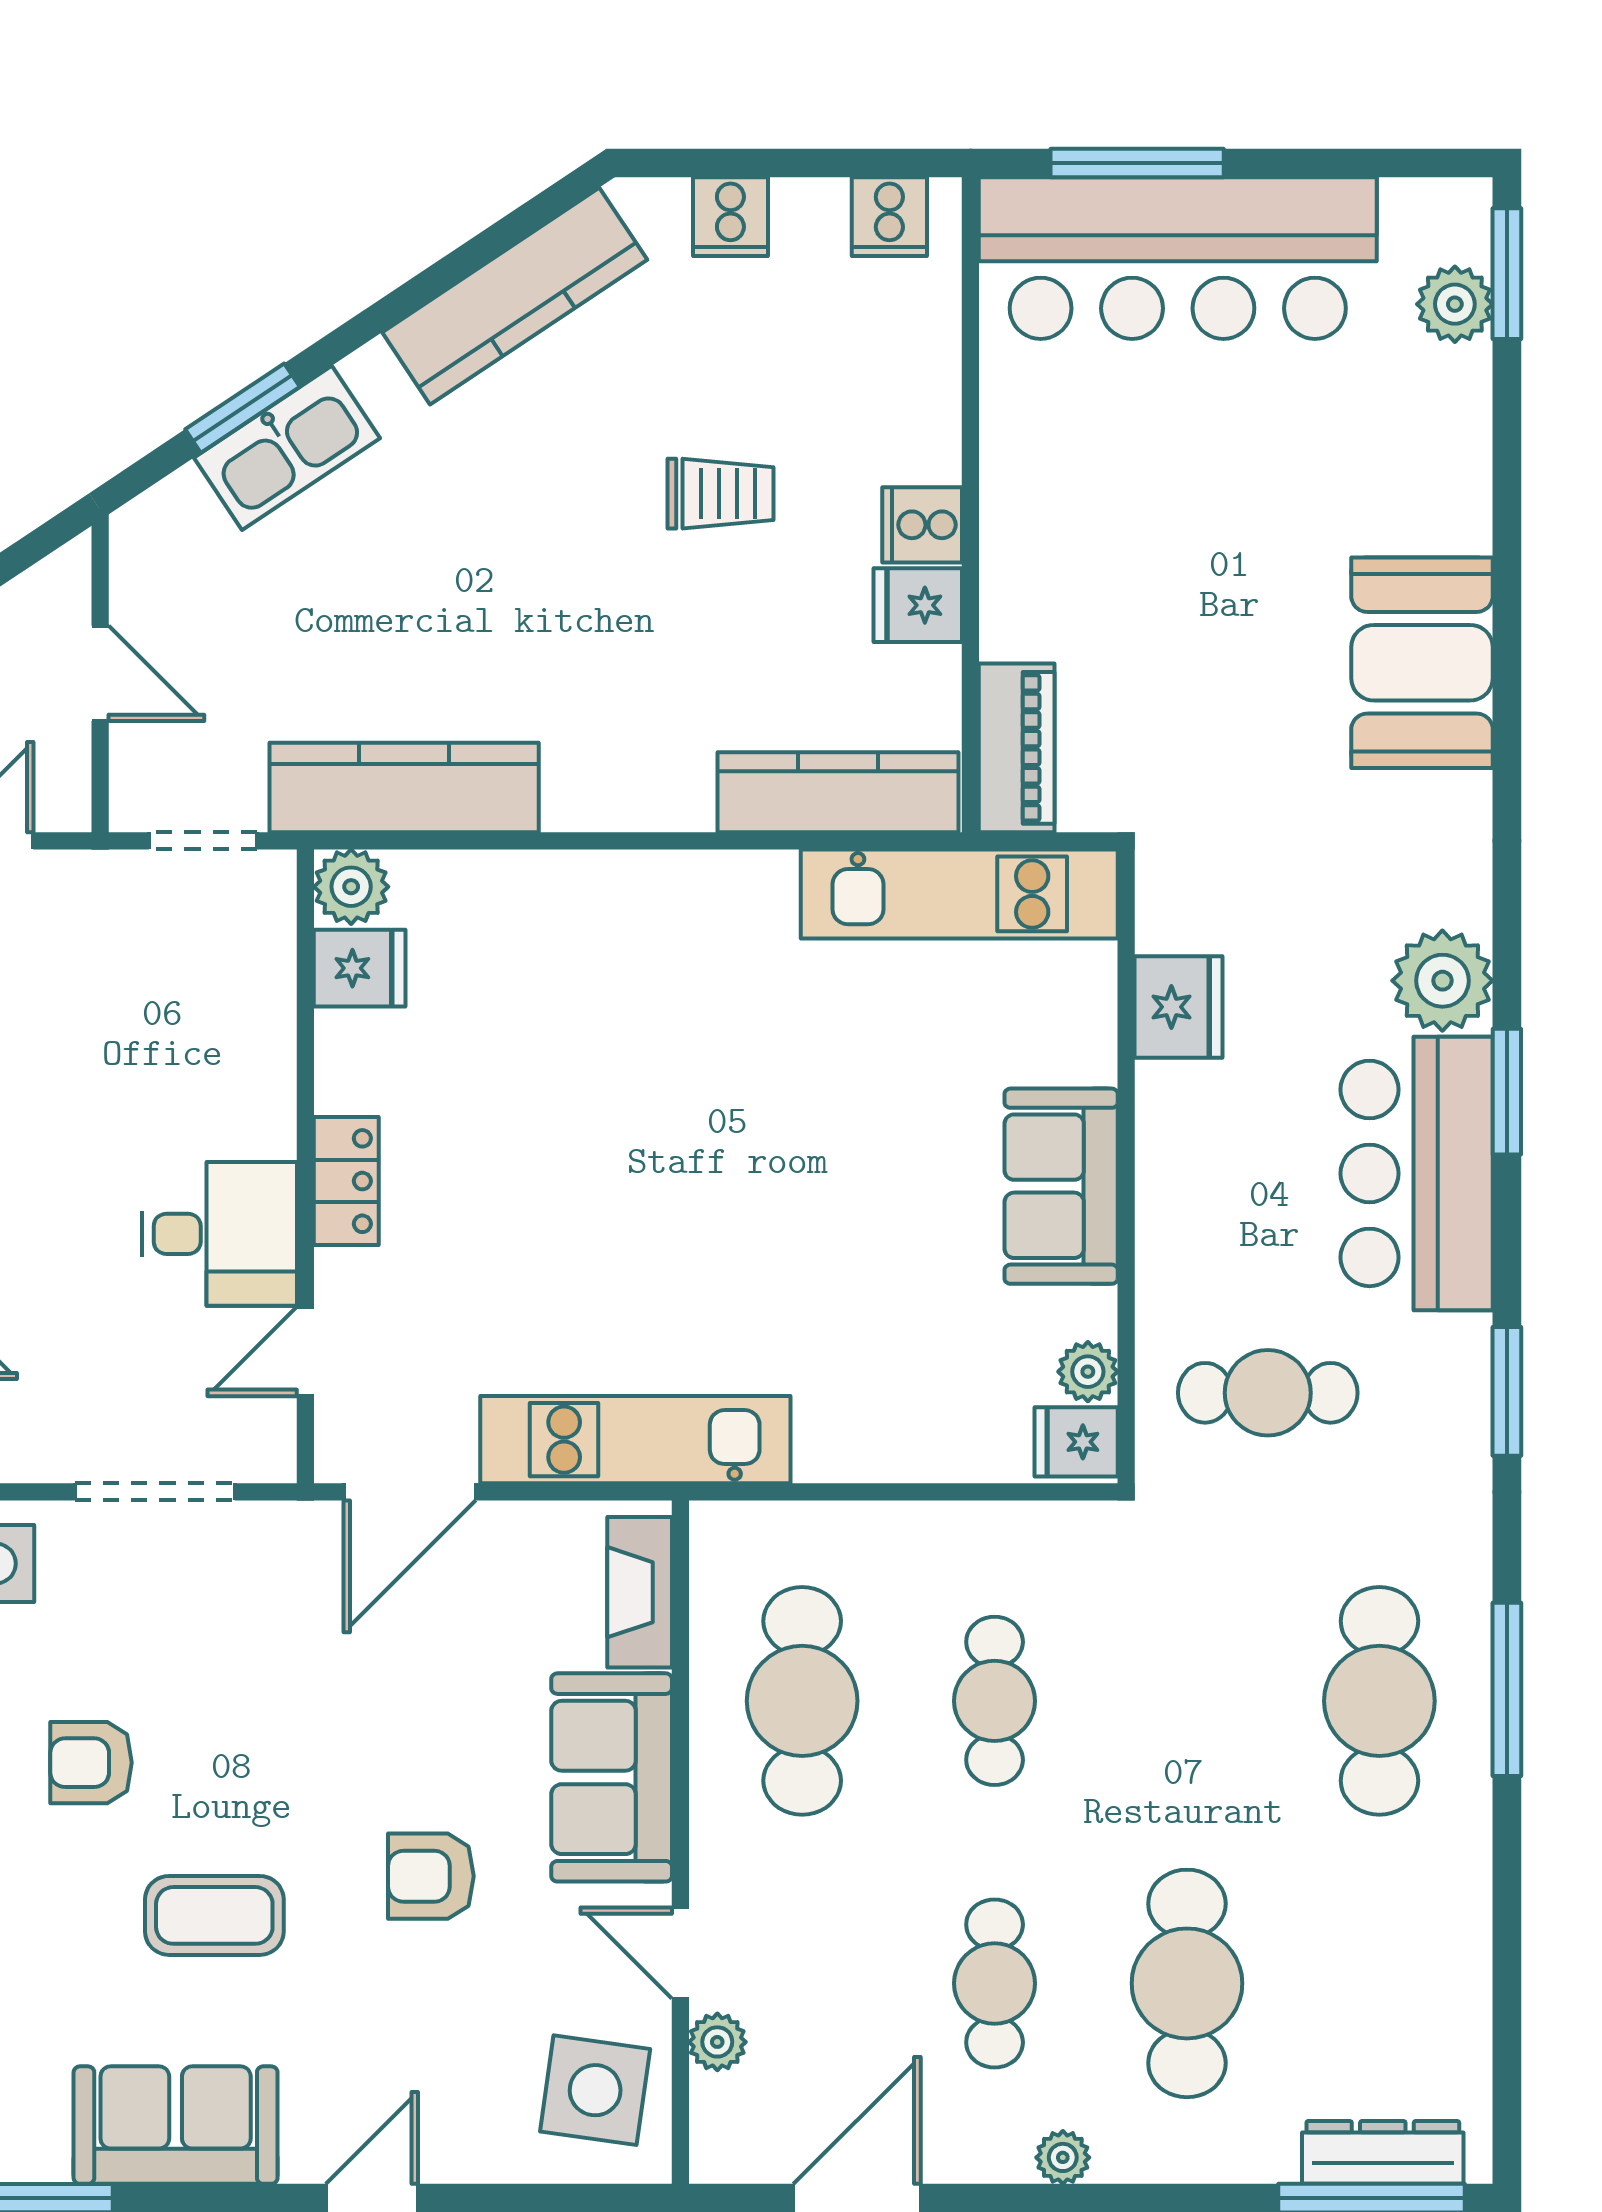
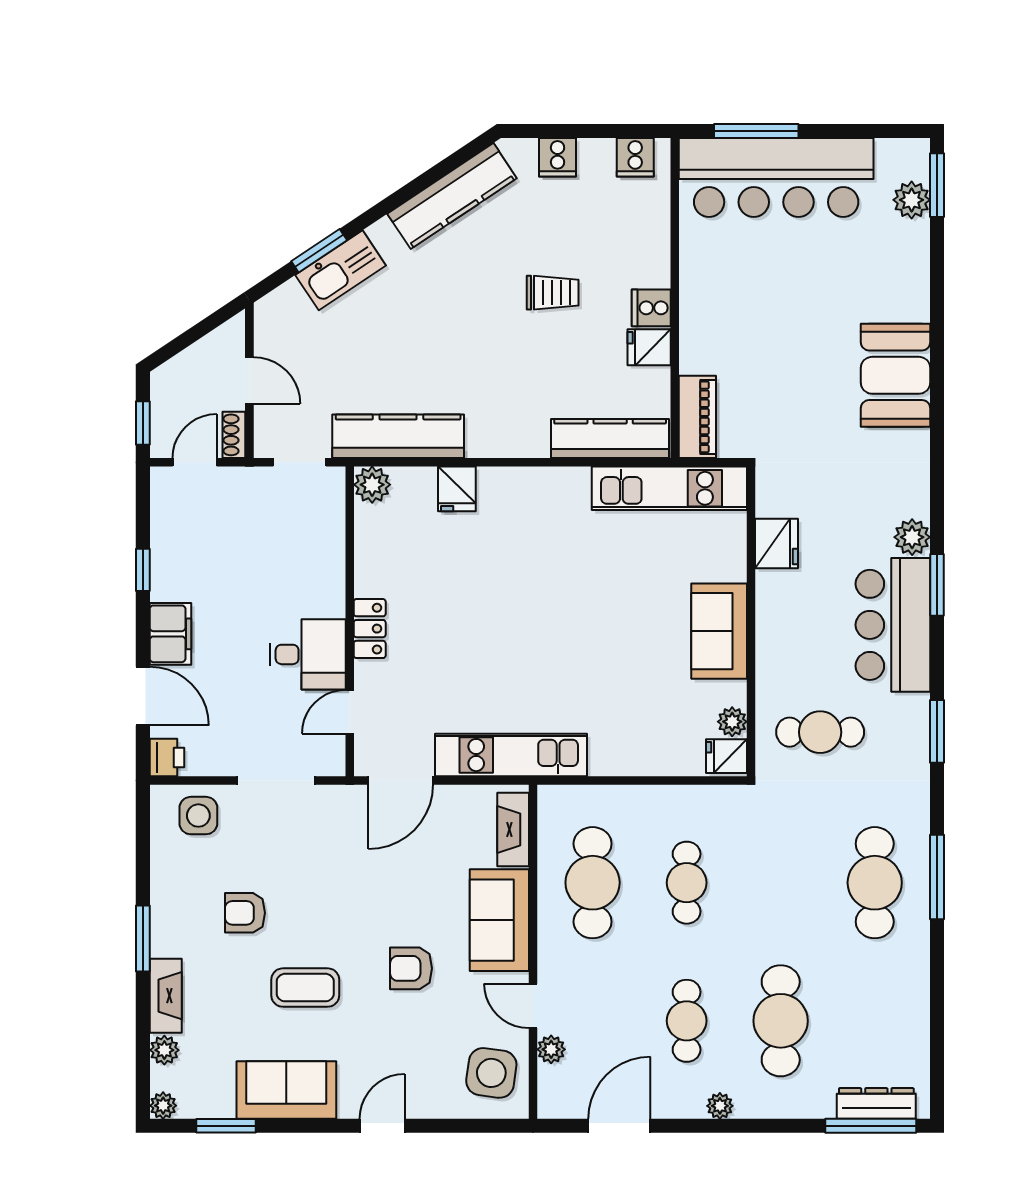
shoe rack: (68, 785) -> (234, 435), added
fridge: (360, 968) -> (457, 489), moved, turned 90
plant: (1442, 981) -> (912, 537), width x0.73, depth x0.73

